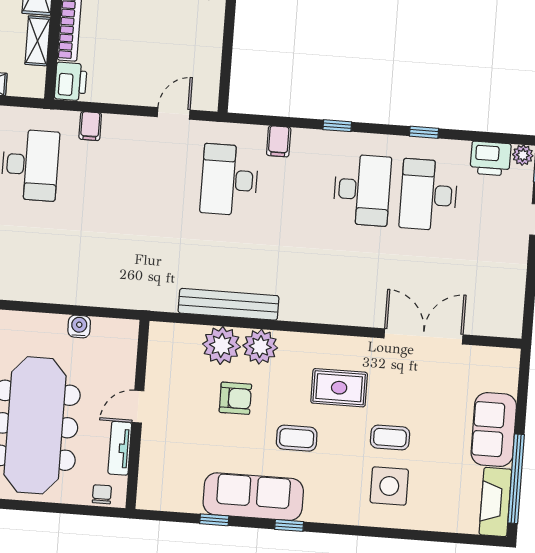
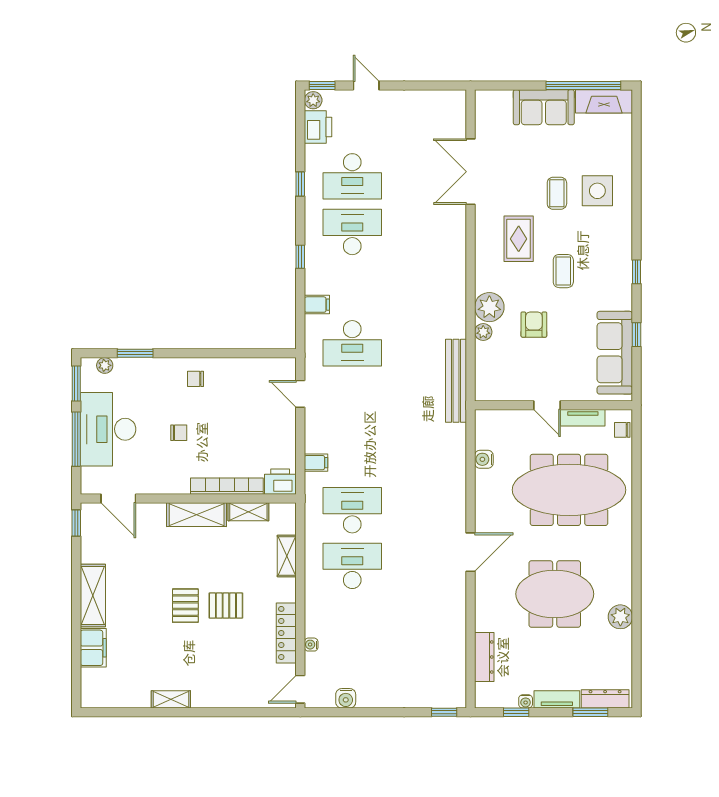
bench: (228, 304) -> (456, 381), moved
plant: (222, 345) -> (483, 332), width x0.53, depth x0.53
sofa: (253, 497) -> (615, 353), moved

